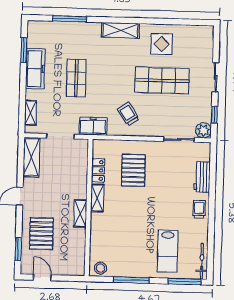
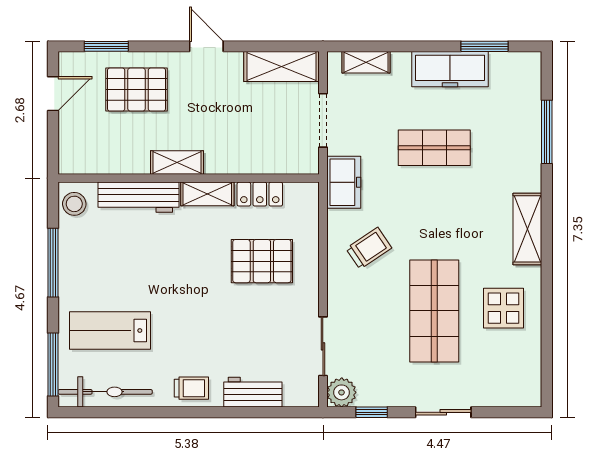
workbench: (98, 234) -> (138, 197), added
bicycle: (202, 261) -> (105, 392), width x1.37, depth x1.40

